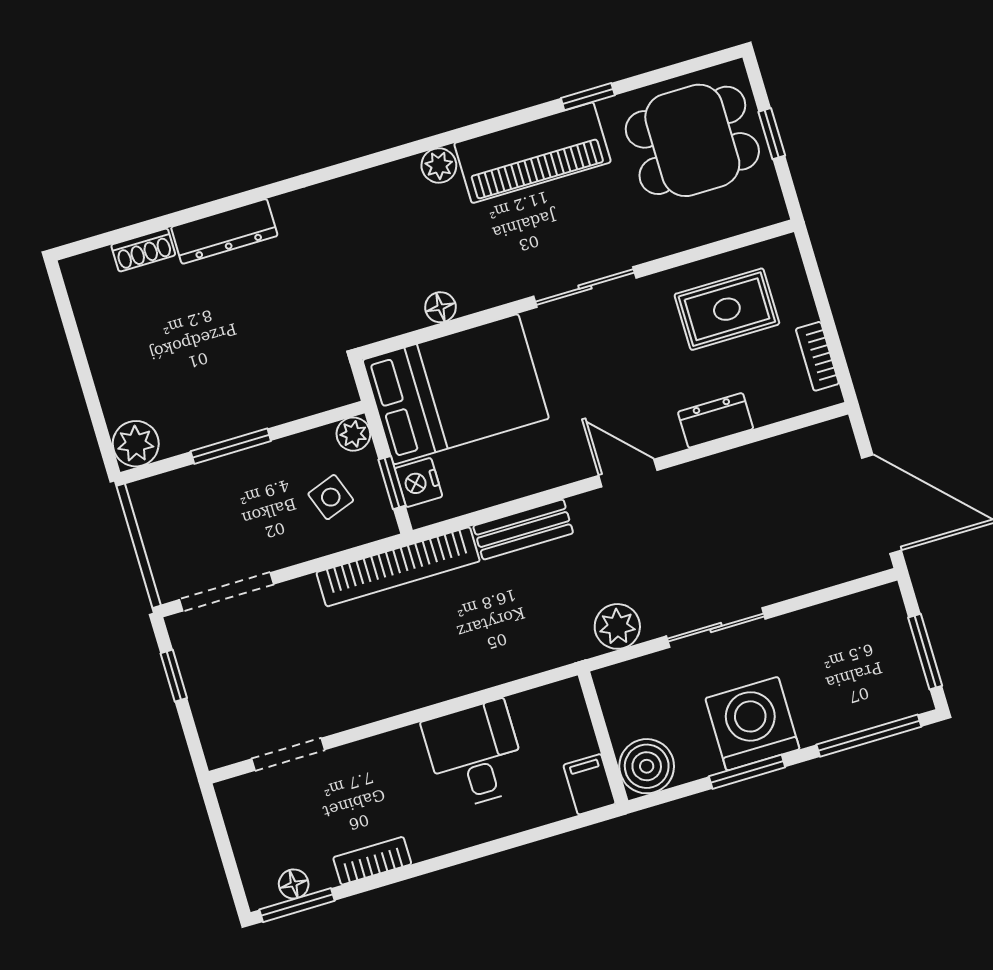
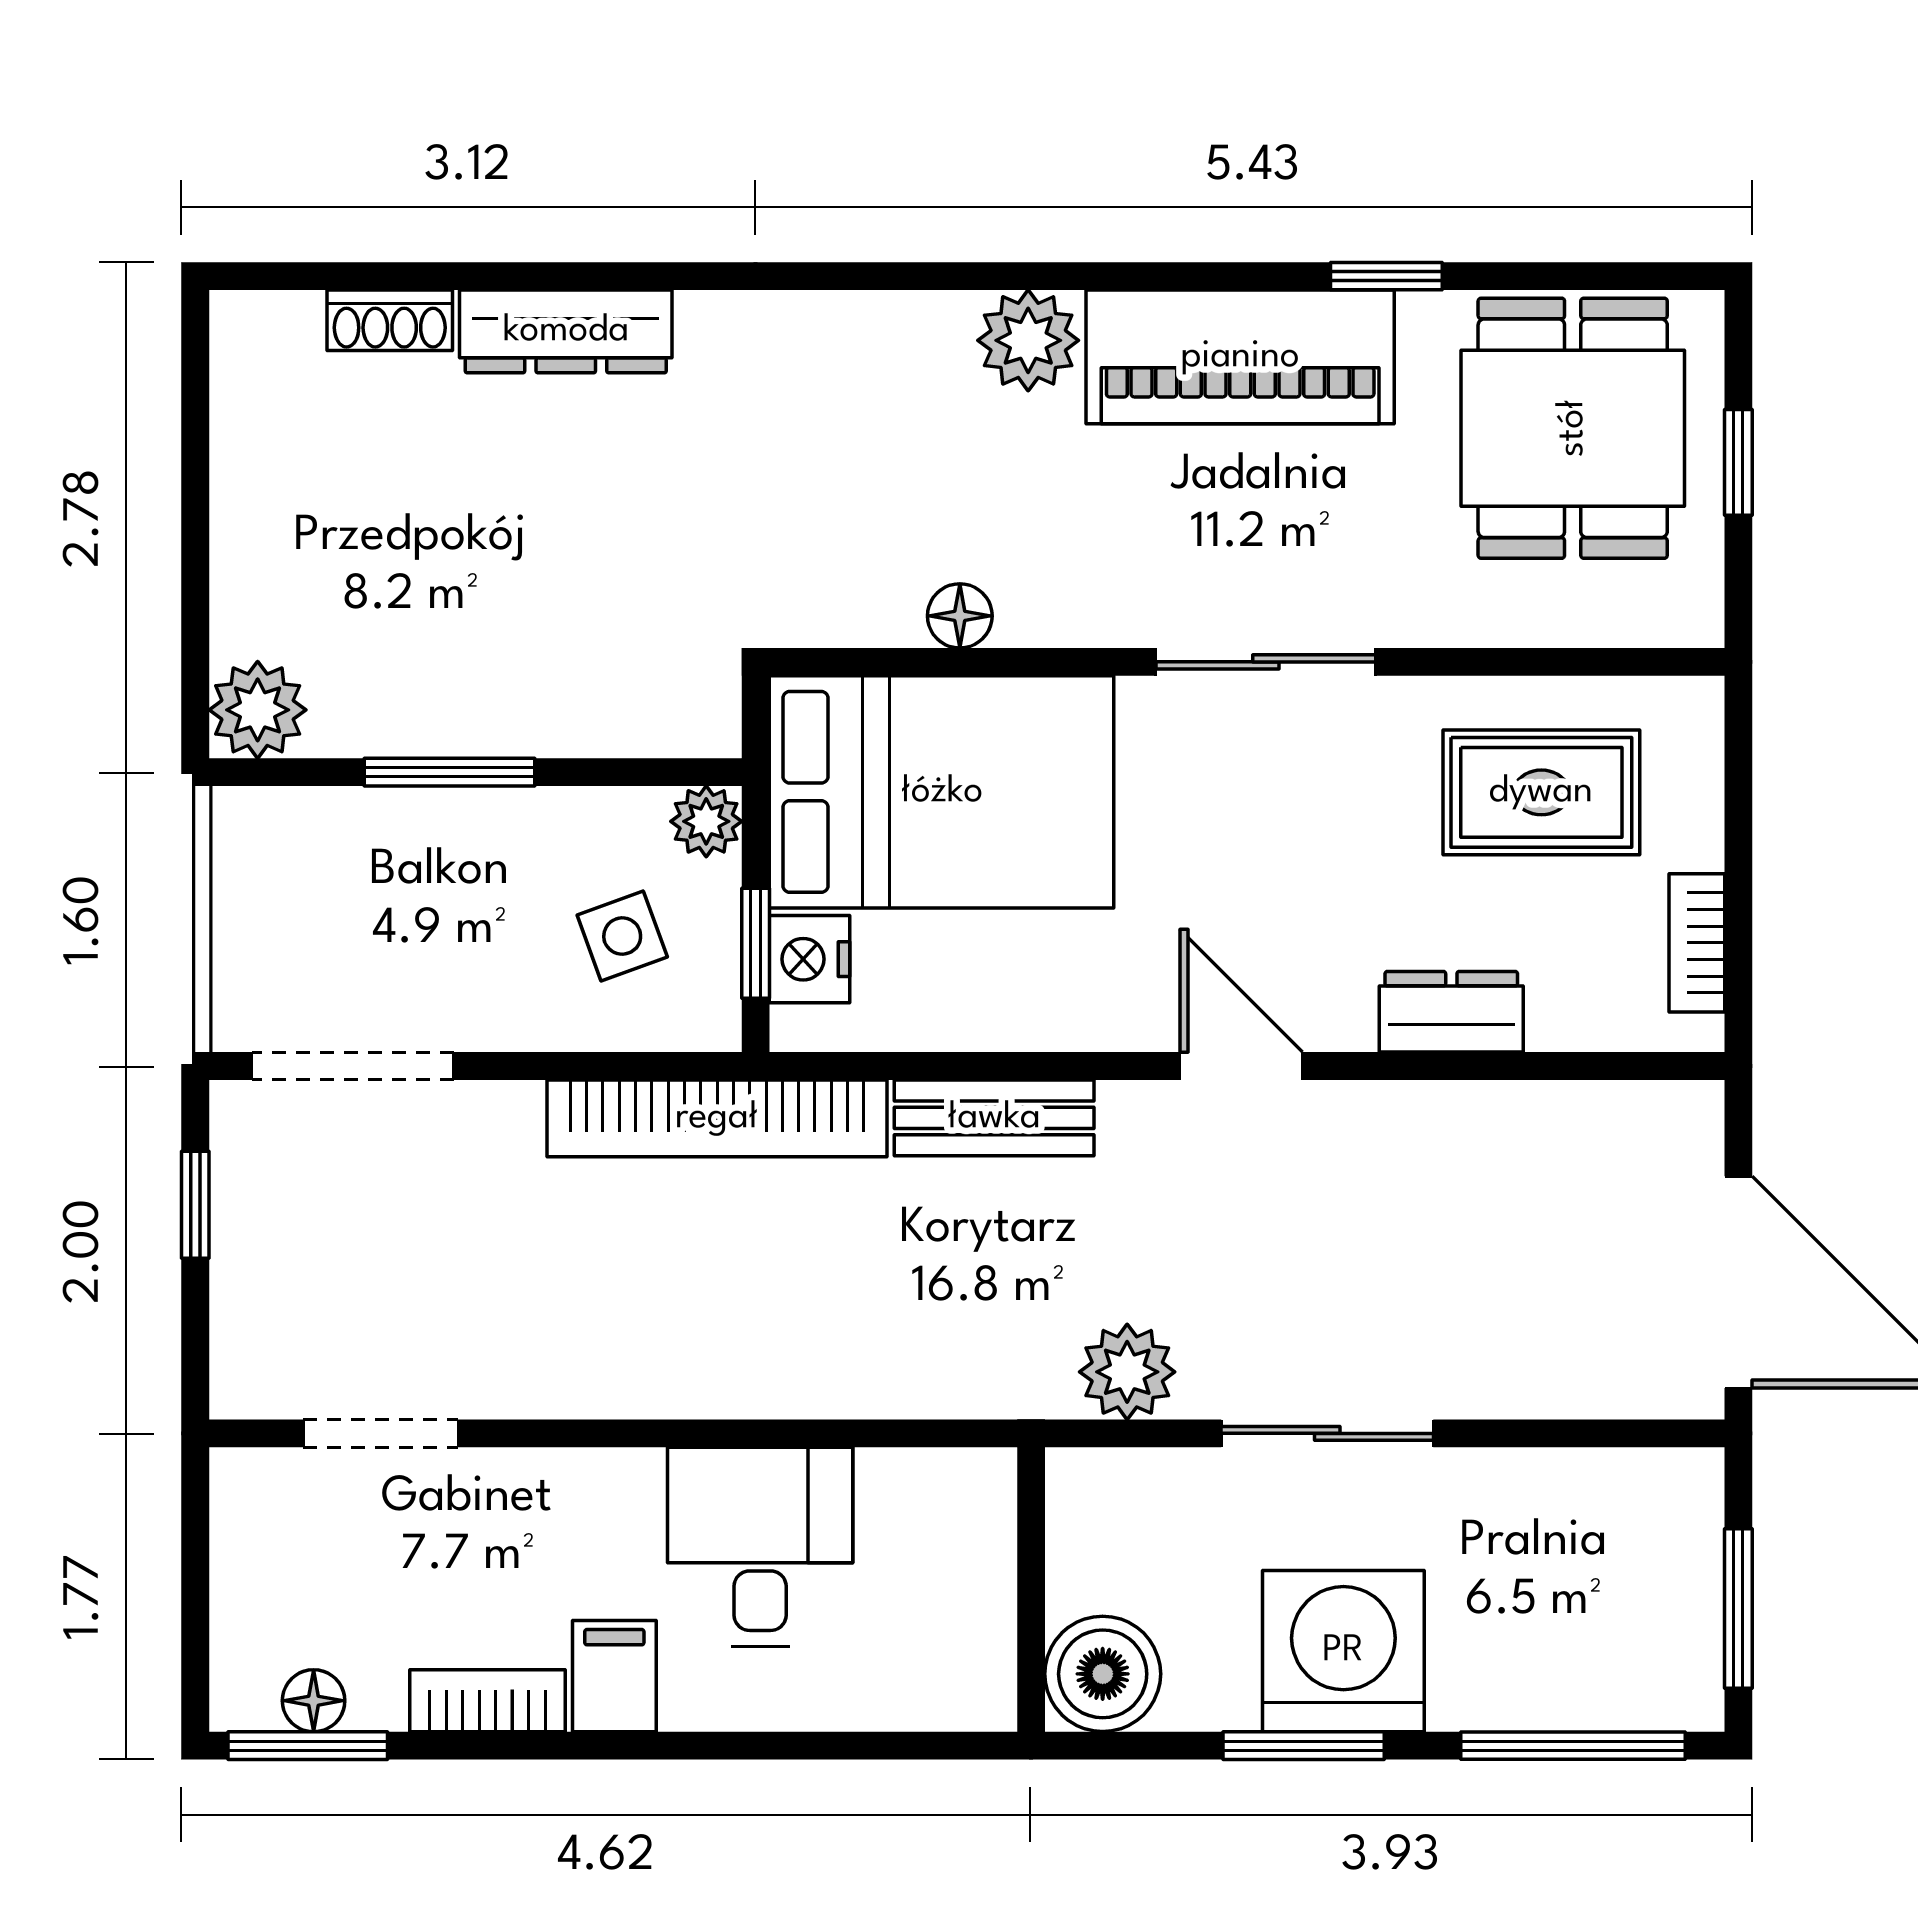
dining table: (692, 140) -> (1573, 428), turned 90
plant: (439, 166) -> (1028, 340), width x1.38, depth x1.38
filing cabinet: (589, 784) -> (614, 1676), moved

